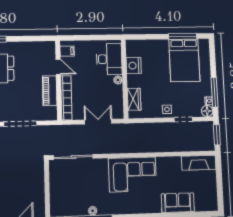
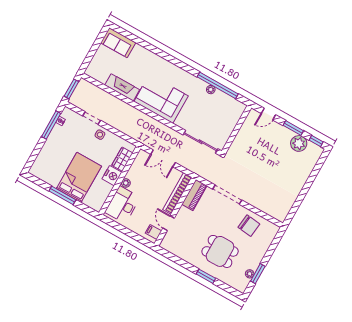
window: (183, 36) -> (62, 195), moved
bed: (184, 60) -> (79, 177), moved
nightstand: (134, 66) -> (112, 176), moved
piano: (50, 91) -> (194, 195), moved
floor lamp: (207, 111) -> (67, 113), removed
fireplace: (199, 163) -> (122, 87), moved
sofa: (178, 203) -> (118, 43), moved

